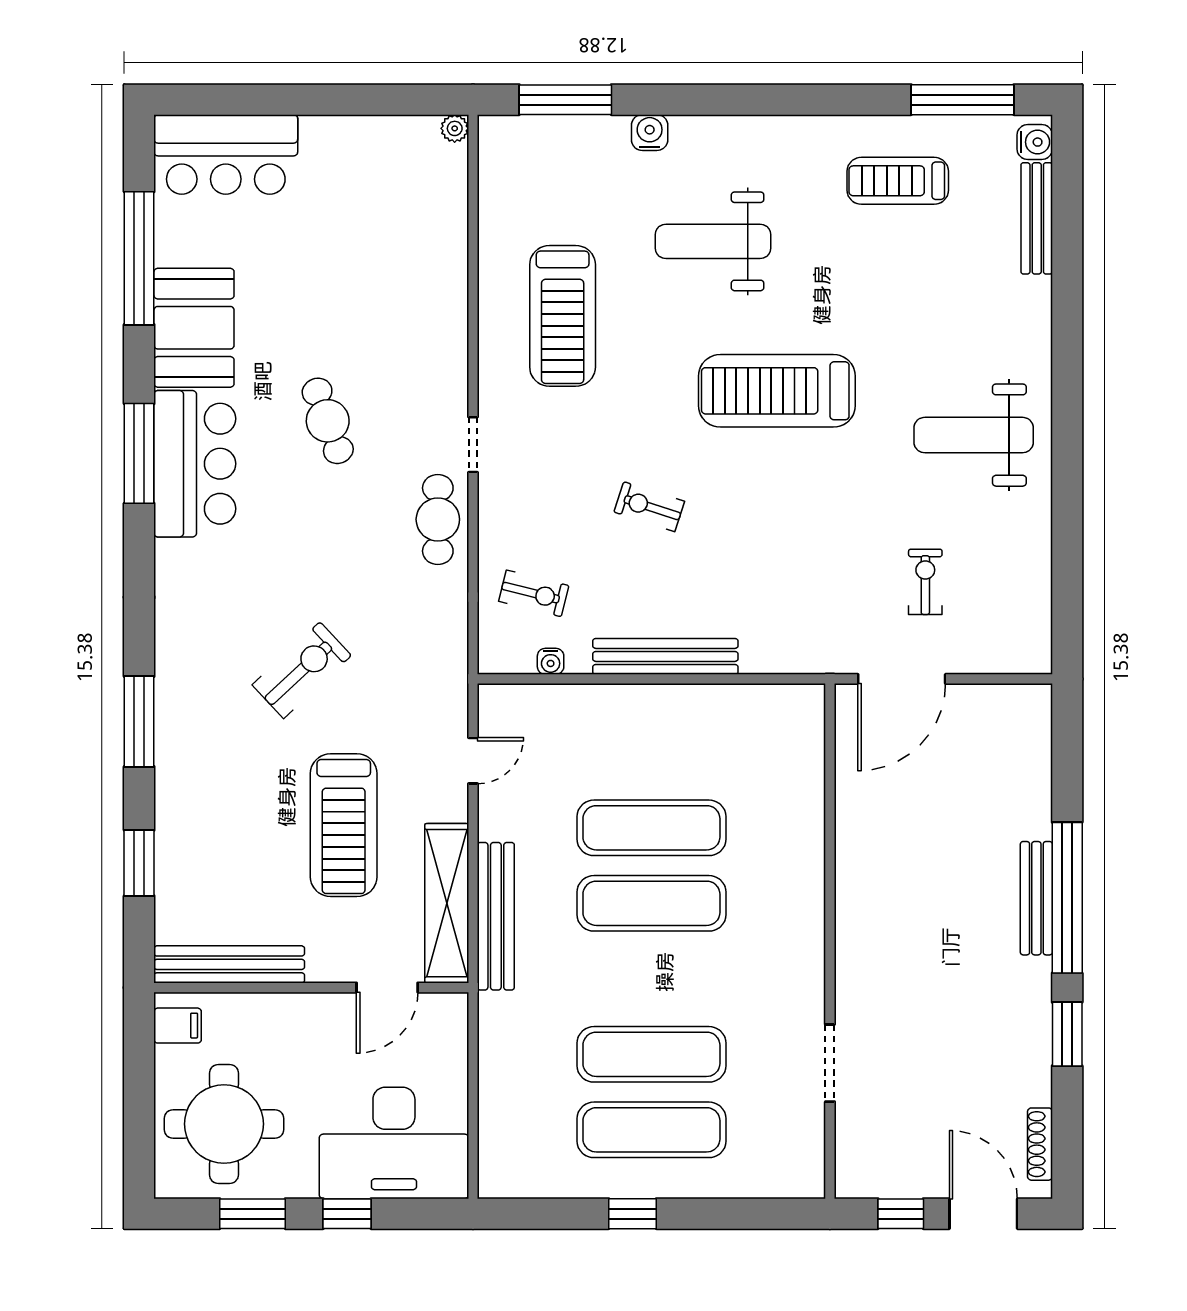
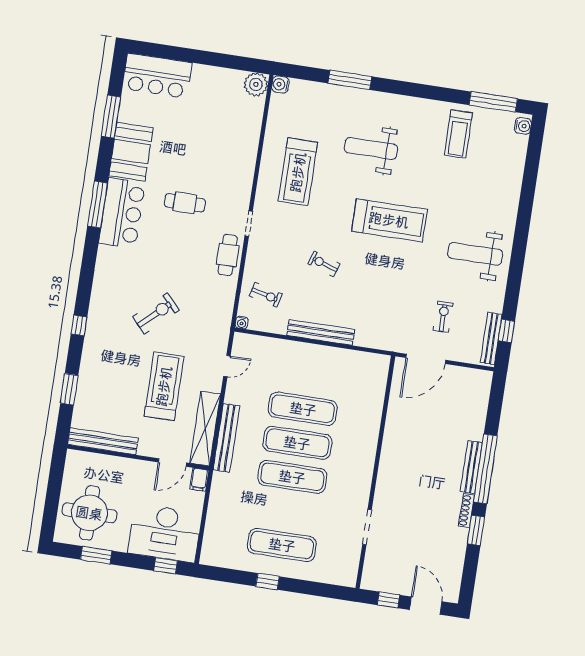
window: (565, 100) -> (350, 80), moved
plant: (455, 128) -> (256, 84), width x1.88, depth x1.88
water cooler: (650, 133) -> (280, 84), moved, turned -90
treadmill: (898, 181) -> (458, 134), turned -90
bench: (1037, 218) -> (491, 338), moved
window: (139, 258) -> (111, 117), width x0.68
treadmill: (777, 391) -> (389, 220), turned 180
cafe table: (328, 421) -> (185, 203), turned -70
window: (1067, 592) -> (506, 331), added
water cooler: (551, 661) -> (242, 323), moved
window: (139, 722) -> (79, 325), width x0.46
treadmill: (344, 825) -> (164, 386), turned 180
filing cabinet: (178, 1026) -> (199, 480), moved, turned 90
exercise mat: (651, 1054) -> (292, 477), moved
shoe rack: (1040, 1144) -> (466, 511), moved
window: (347, 1214) -> (166, 566), moved

